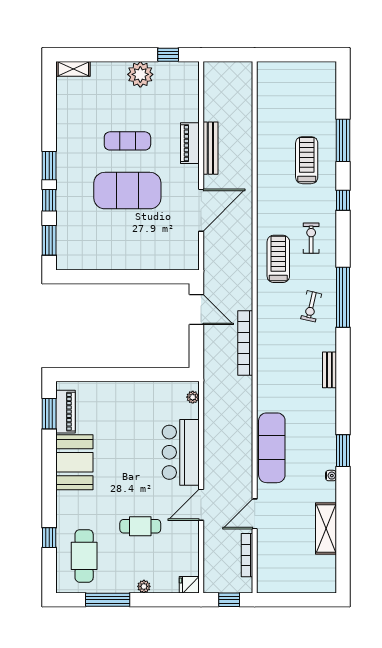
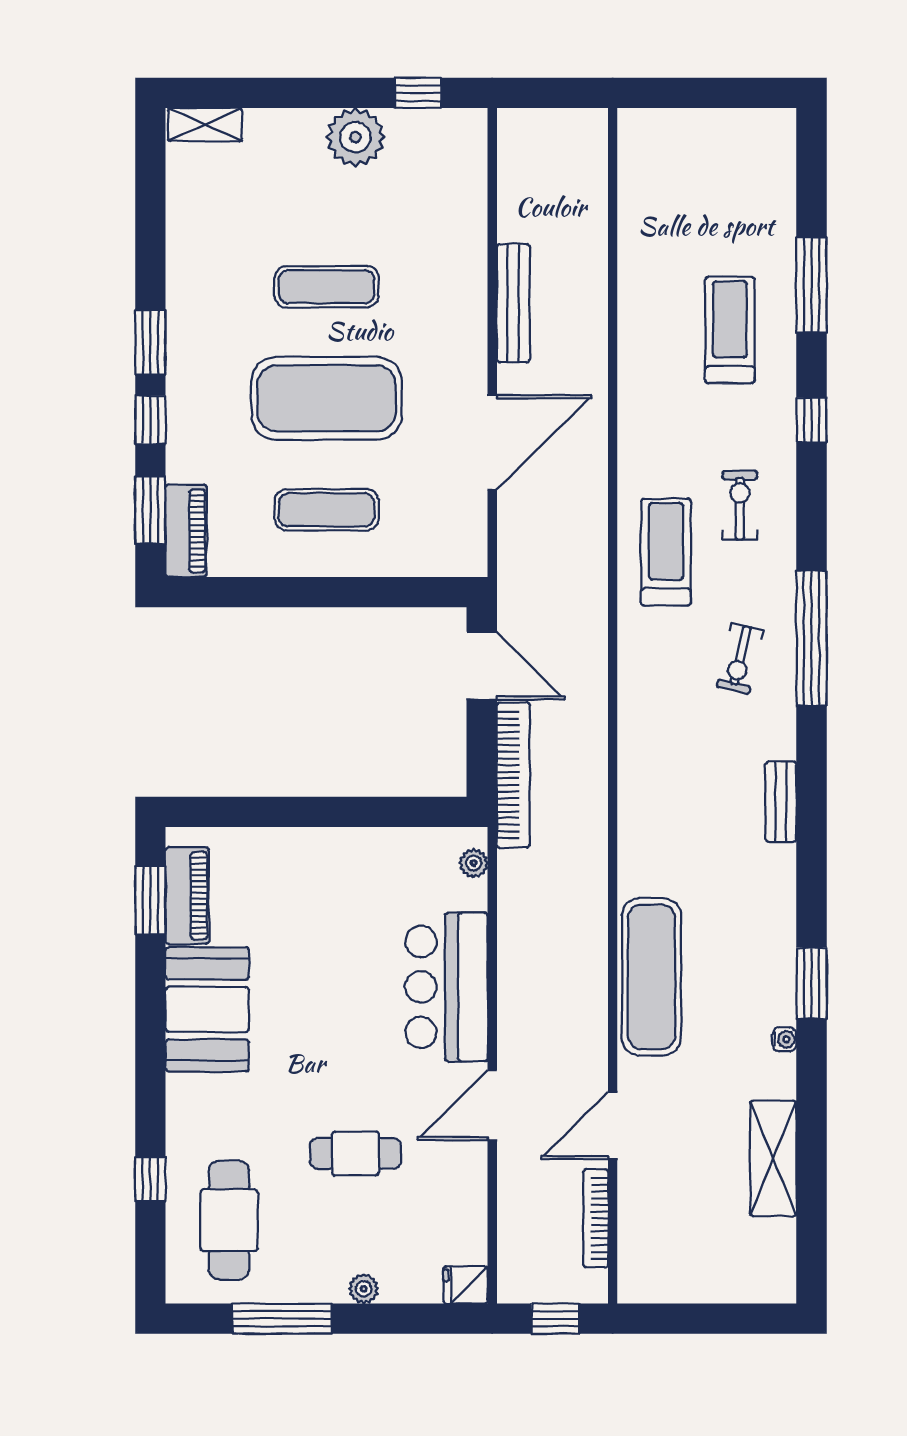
piano: (190, 143) -> (186, 531), moved, turned 180
exercise mat: (127, 240) -> (327, 510), added
bookcase: (245, 343) -> (513, 775), moved, turned 180

